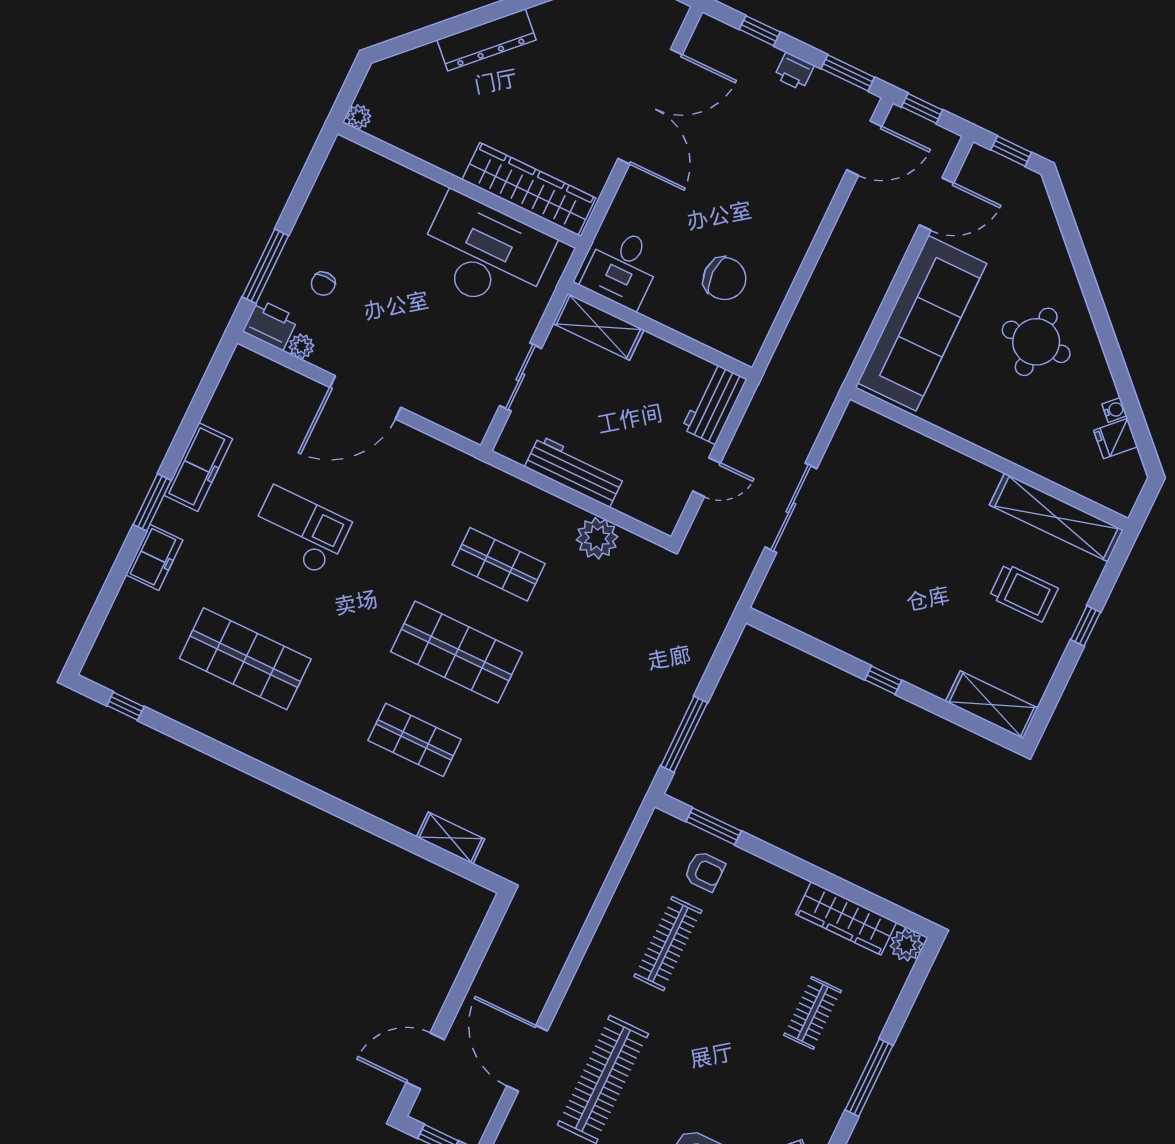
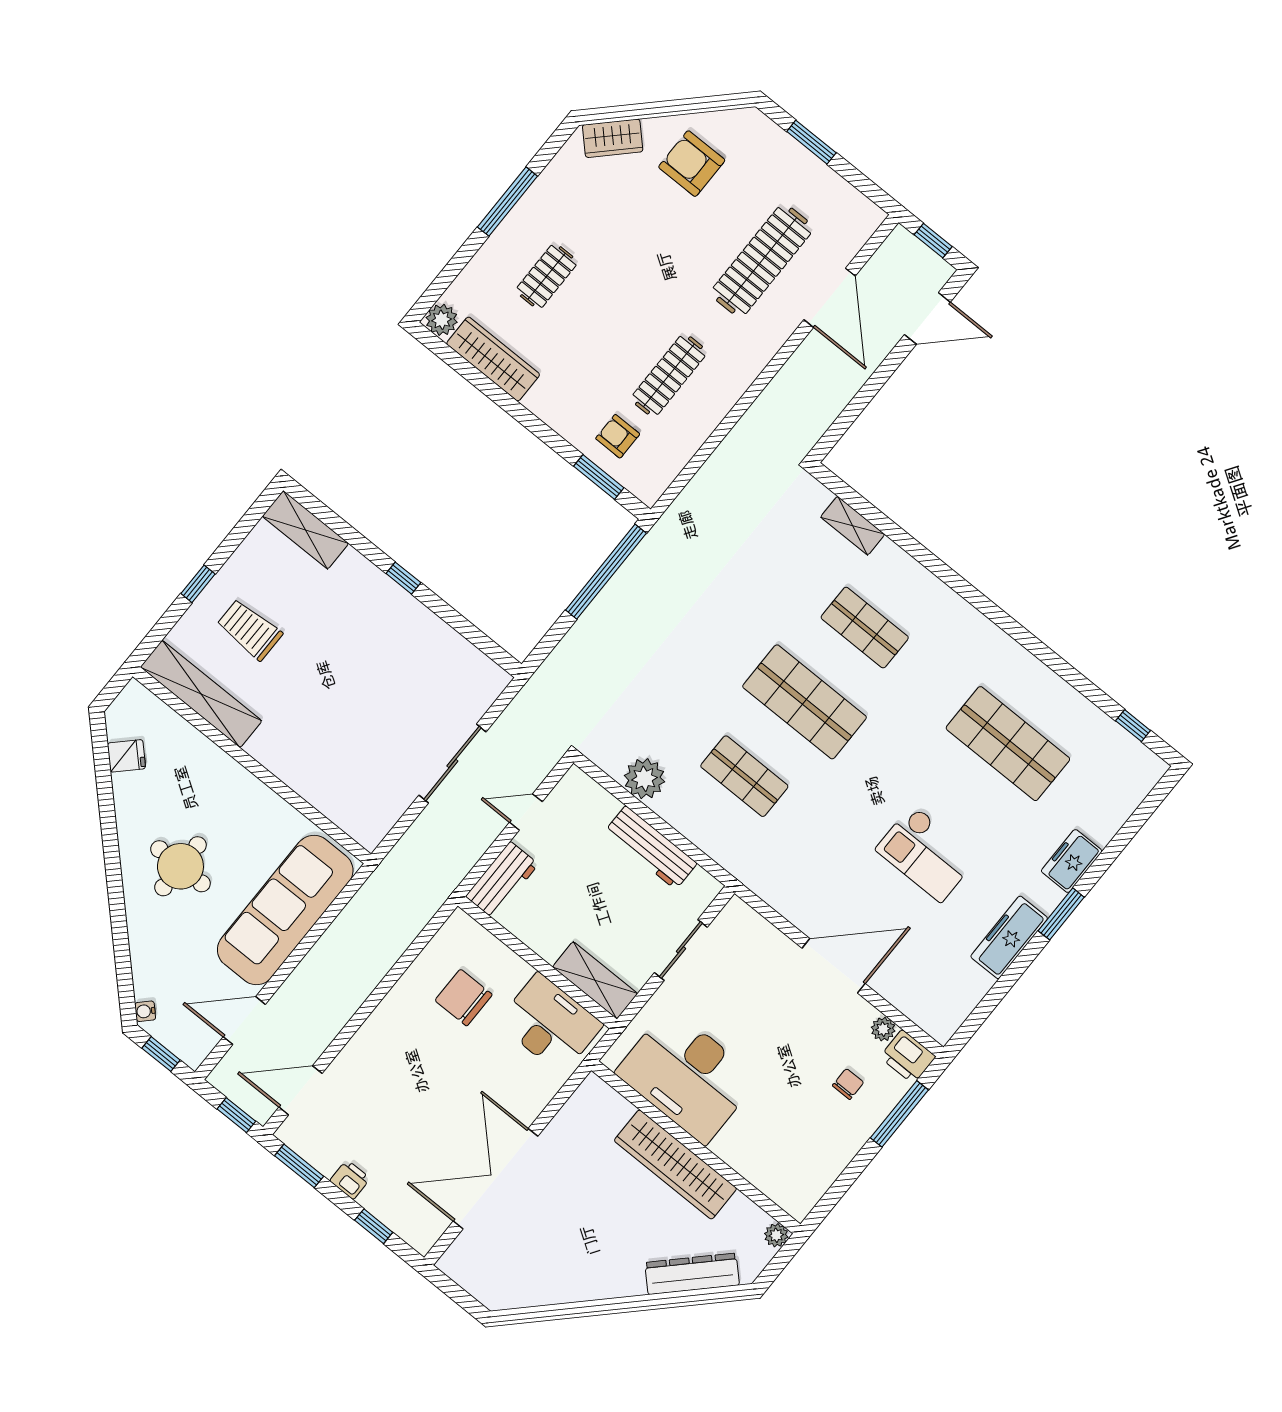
dresser: (487, 40) -> (692, 1274), moved
wardrobe: (529, 189) -> (675, 1165), moved
desk: (622, 268) -> (550, 1024), width x1.37
water cooler: (1114, 410) -> (145, 1011), moved
window: (684, 734) -> (606, 572), width x1.46

